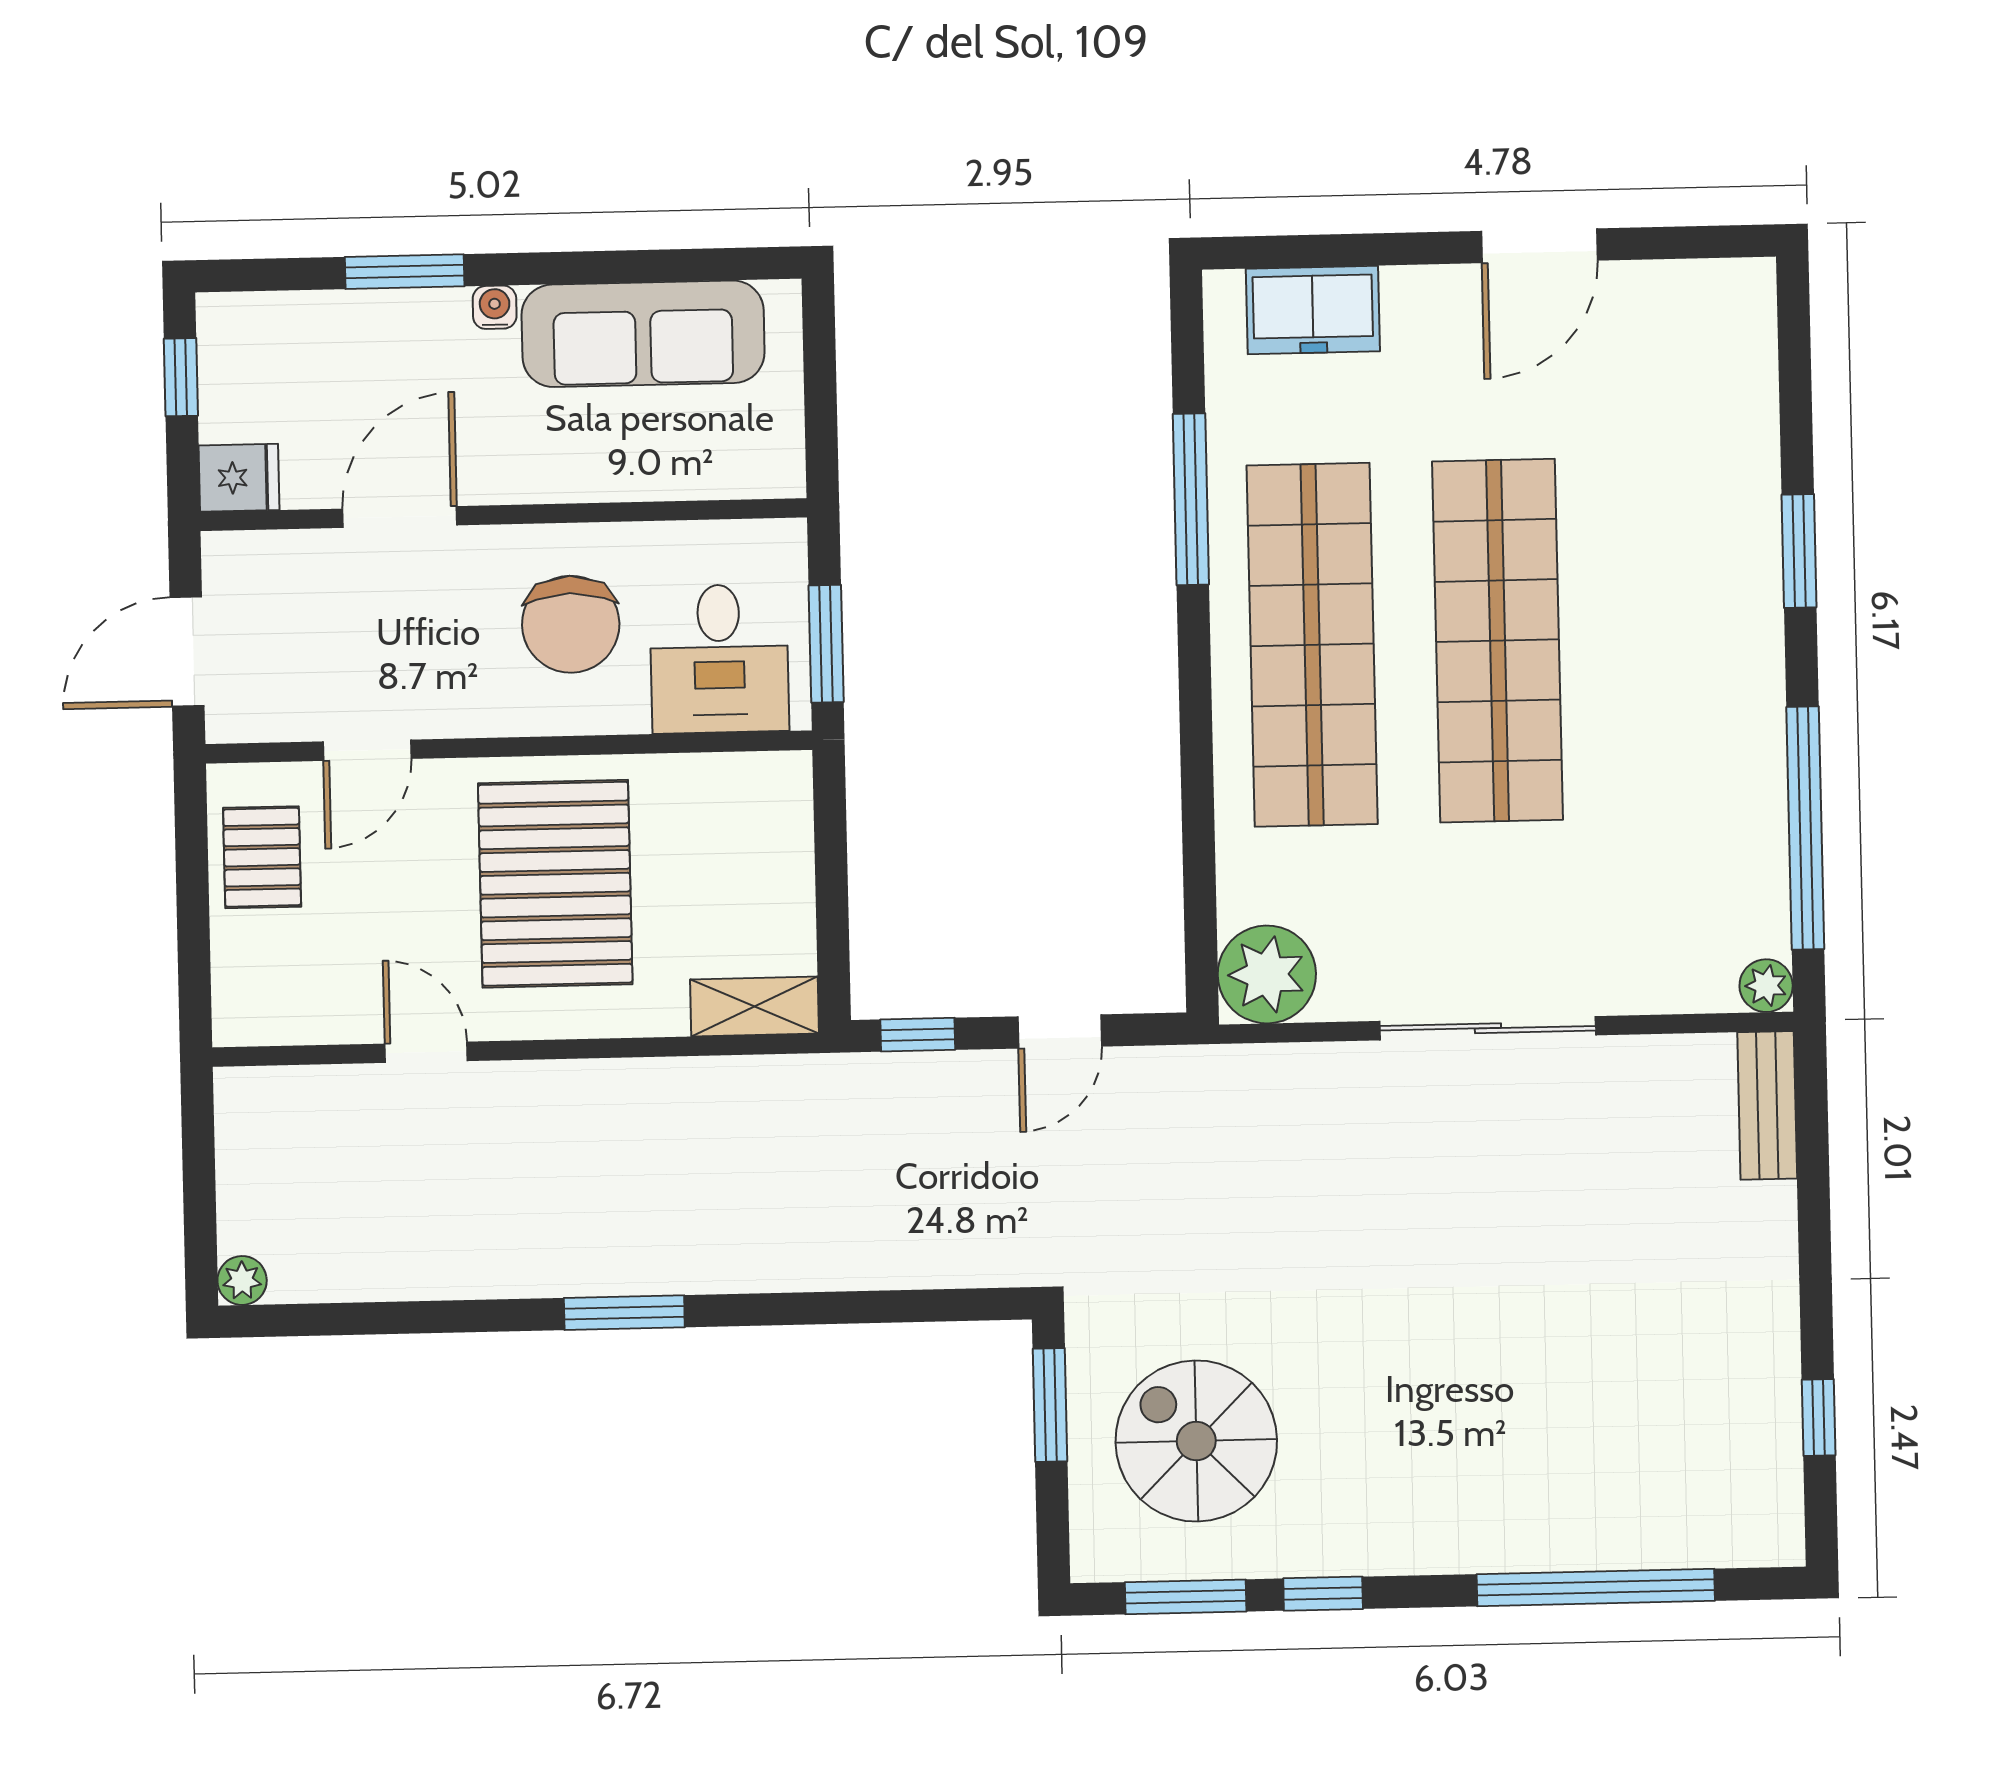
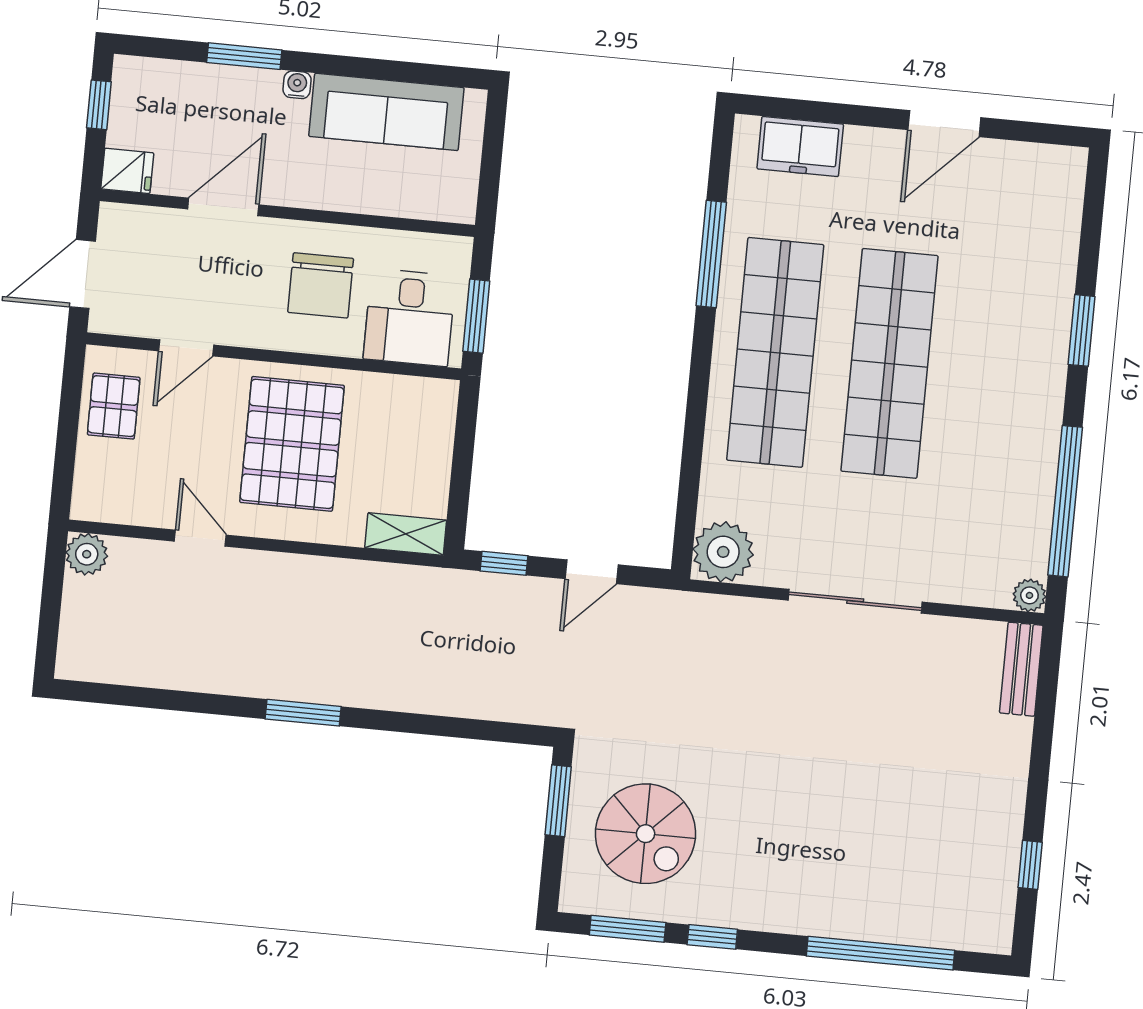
plant: (242, 1280) -> (87, 554), moved, width x1.38, depth x1.38
spiral stairs: (1196, 1441) -> (646, 834), turned 180

